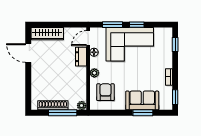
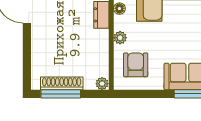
window: (63, 113) -> (61, 94), moved

